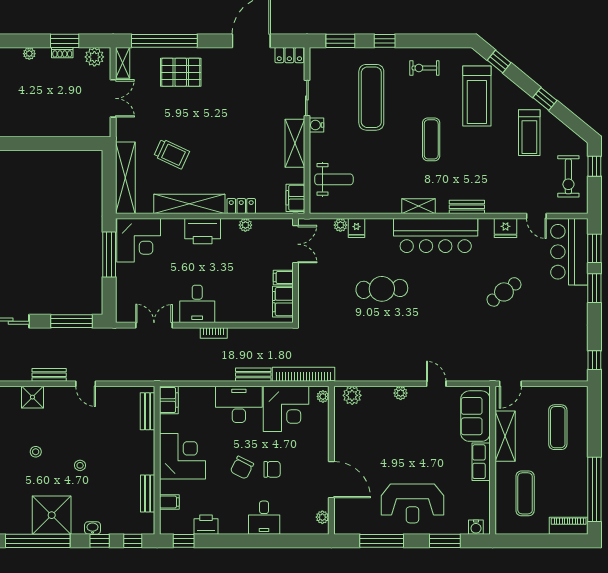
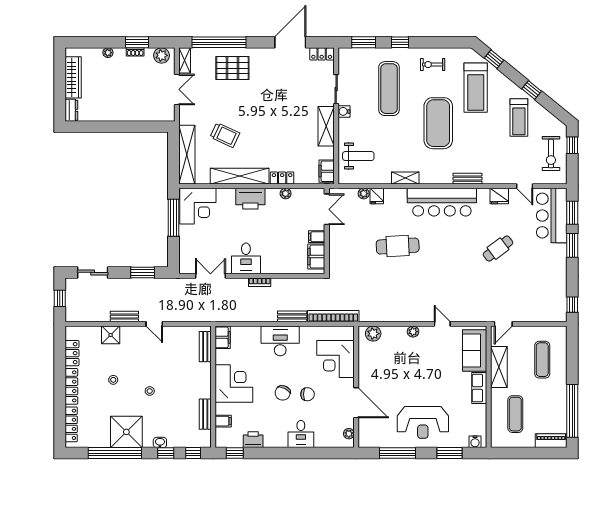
exercise mat: (431, 139) -> (438, 123), width x2.00, depth x1.45
shelving: (418, 206) -> (405, 178), moved
window: (72, 321) -> (143, 272), width x0.69
plant: (323, 396) -> (349, 334), removed
corner desk: (286, 409) -> (336, 359), moved, turned 90

